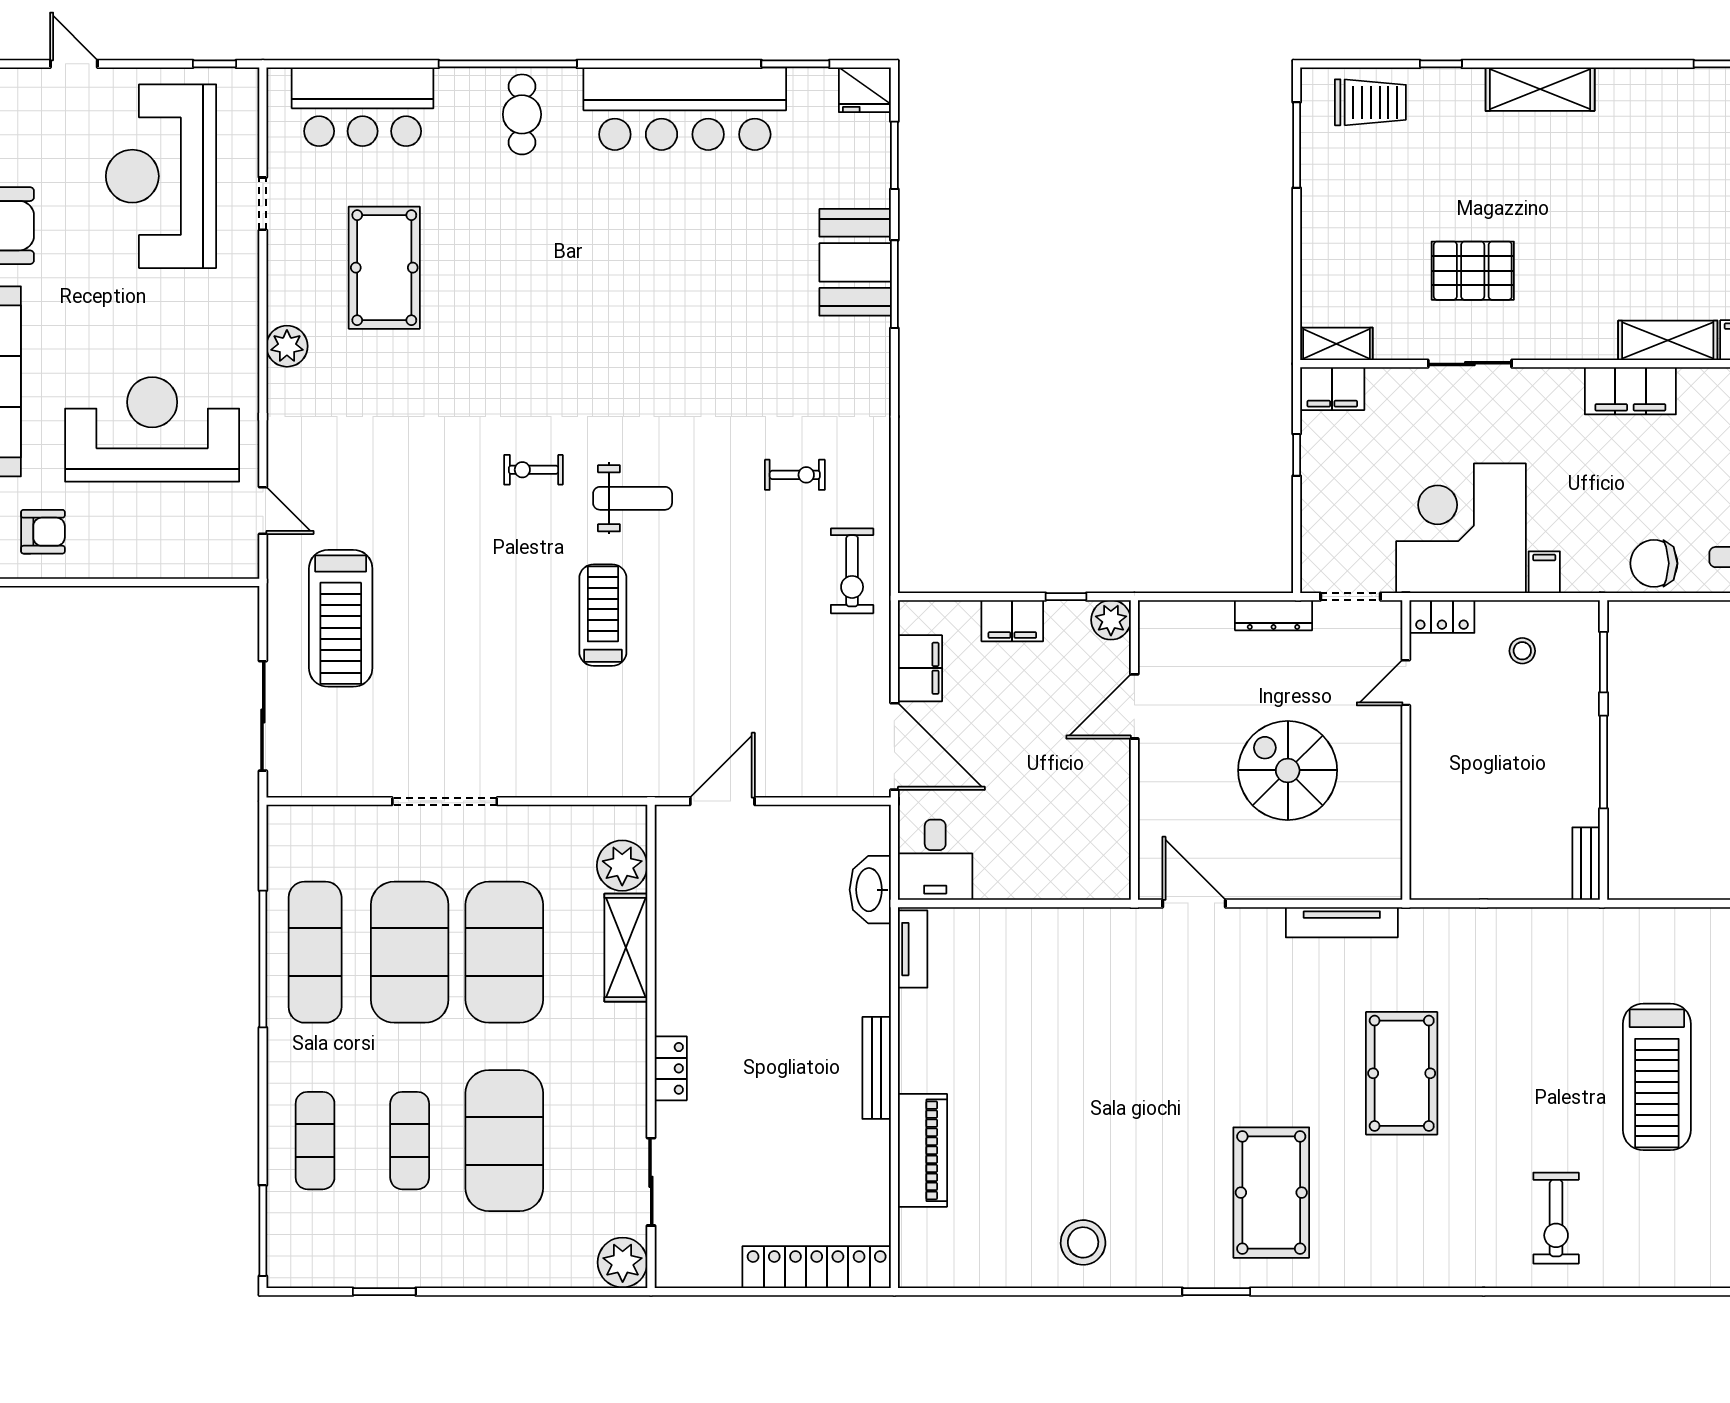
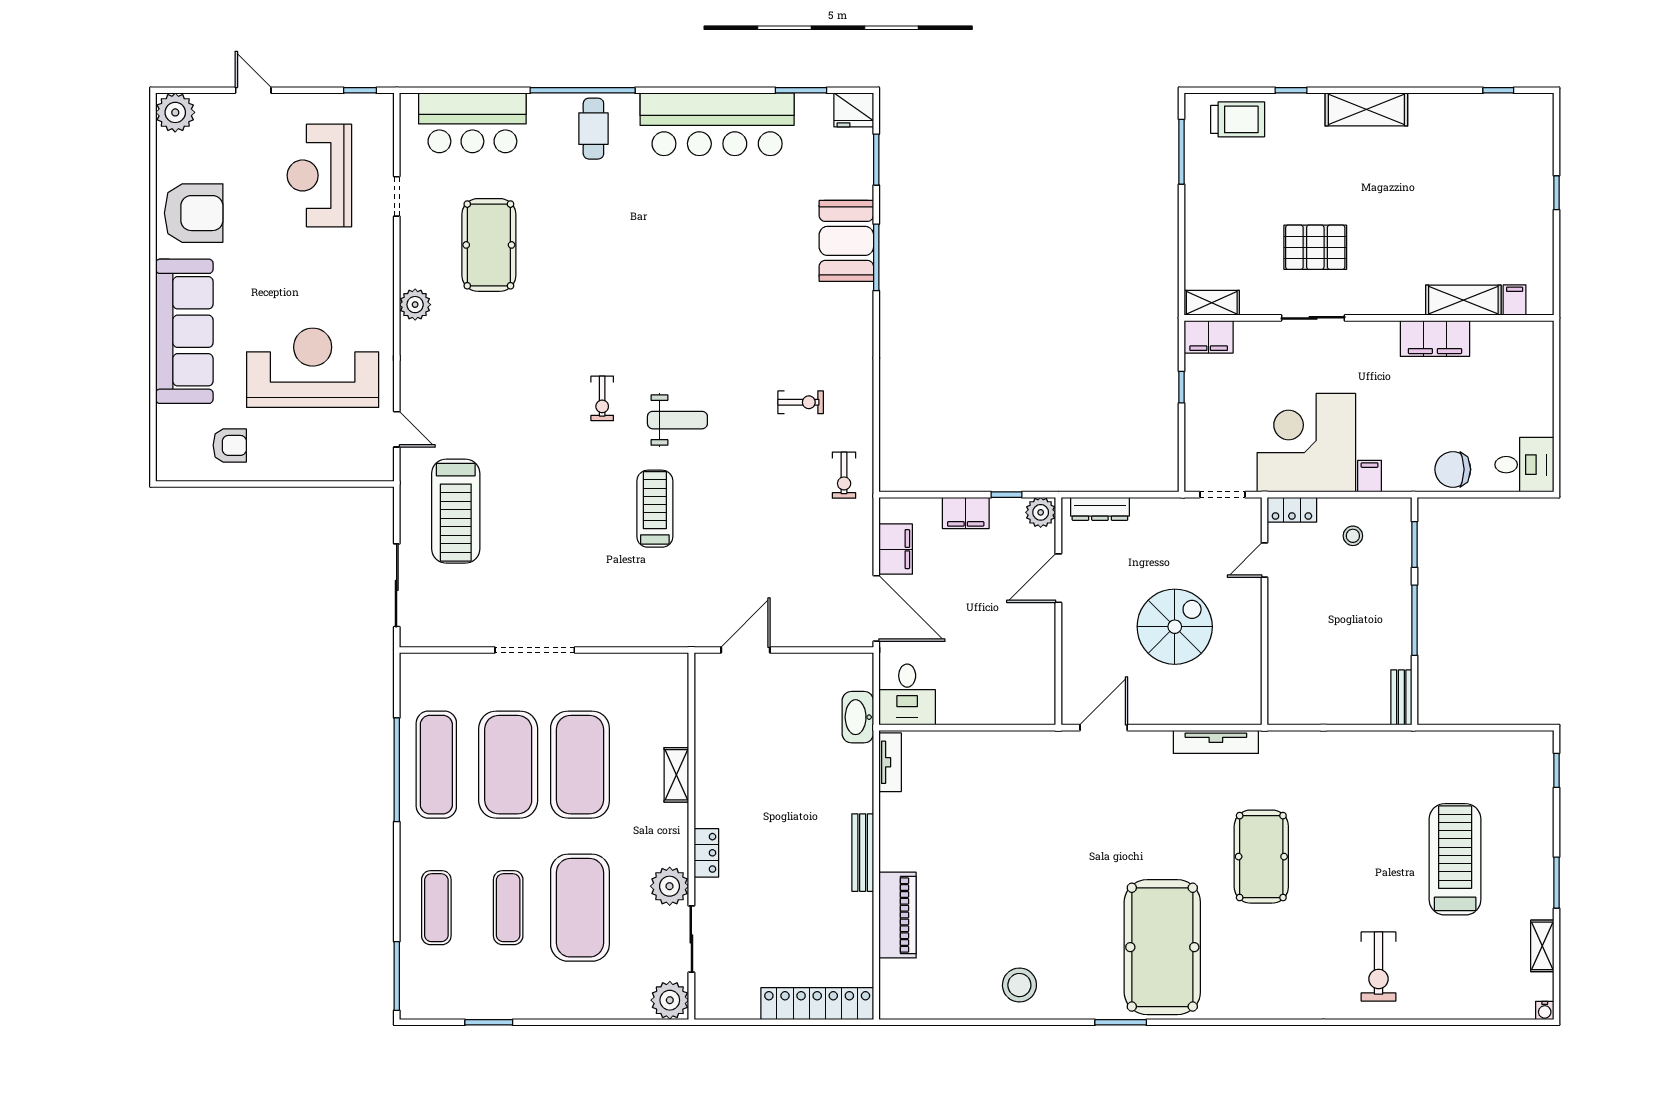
reception desk: (161, 176) -> (319, 175), width x0.74, depth x0.77
exercise bike: (533, 470) -> (602, 398), turned -90
exercise bike: (852, 571) -> (844, 475), width x0.73, depth x0.72
dresser: (1274, 615) -> (1100, 509), moved
spiral stairs: (1288, 770) -> (1175, 627), turned 90
plant: (622, 866) -> (670, 886), moved
door: (1194, 903) -> (1104, 728), hinge flipped
shelving: (626, 948) -> (676, 775), width x0.67, depth x0.75
treadmill: (1657, 1077) -> (1455, 859), turned 180
pool table: (1271, 1193) -> (1162, 947), width x1.36, depth x1.32

